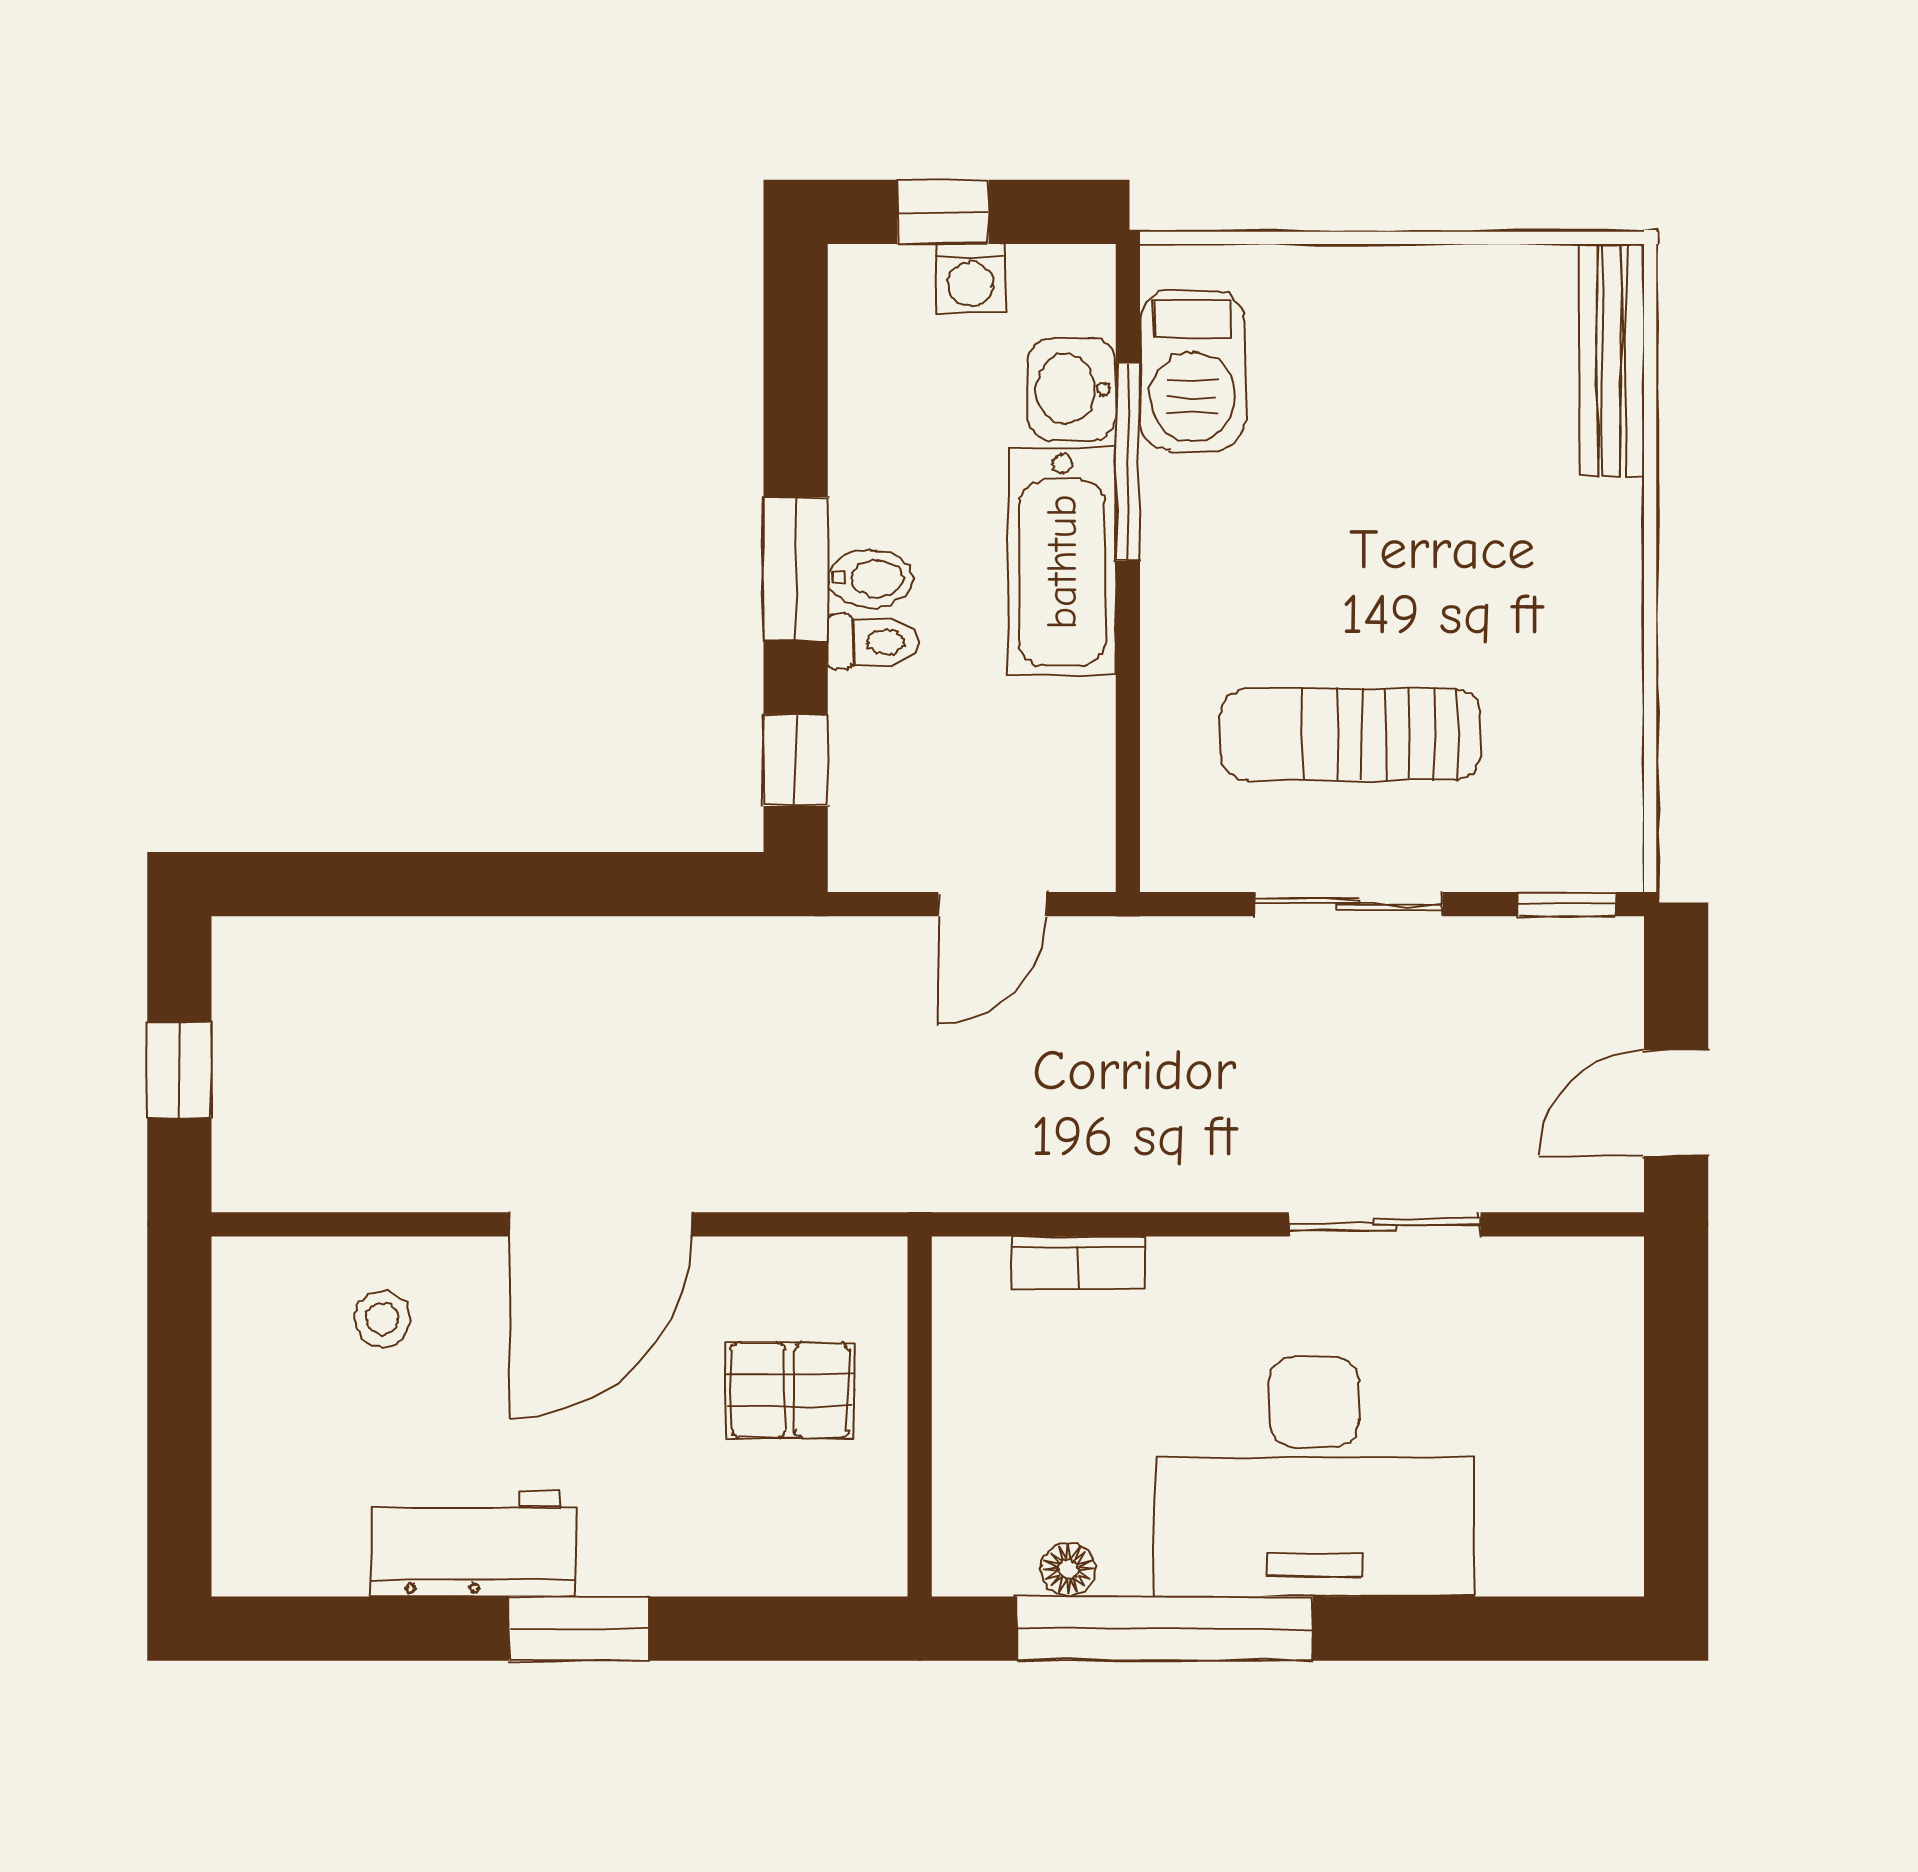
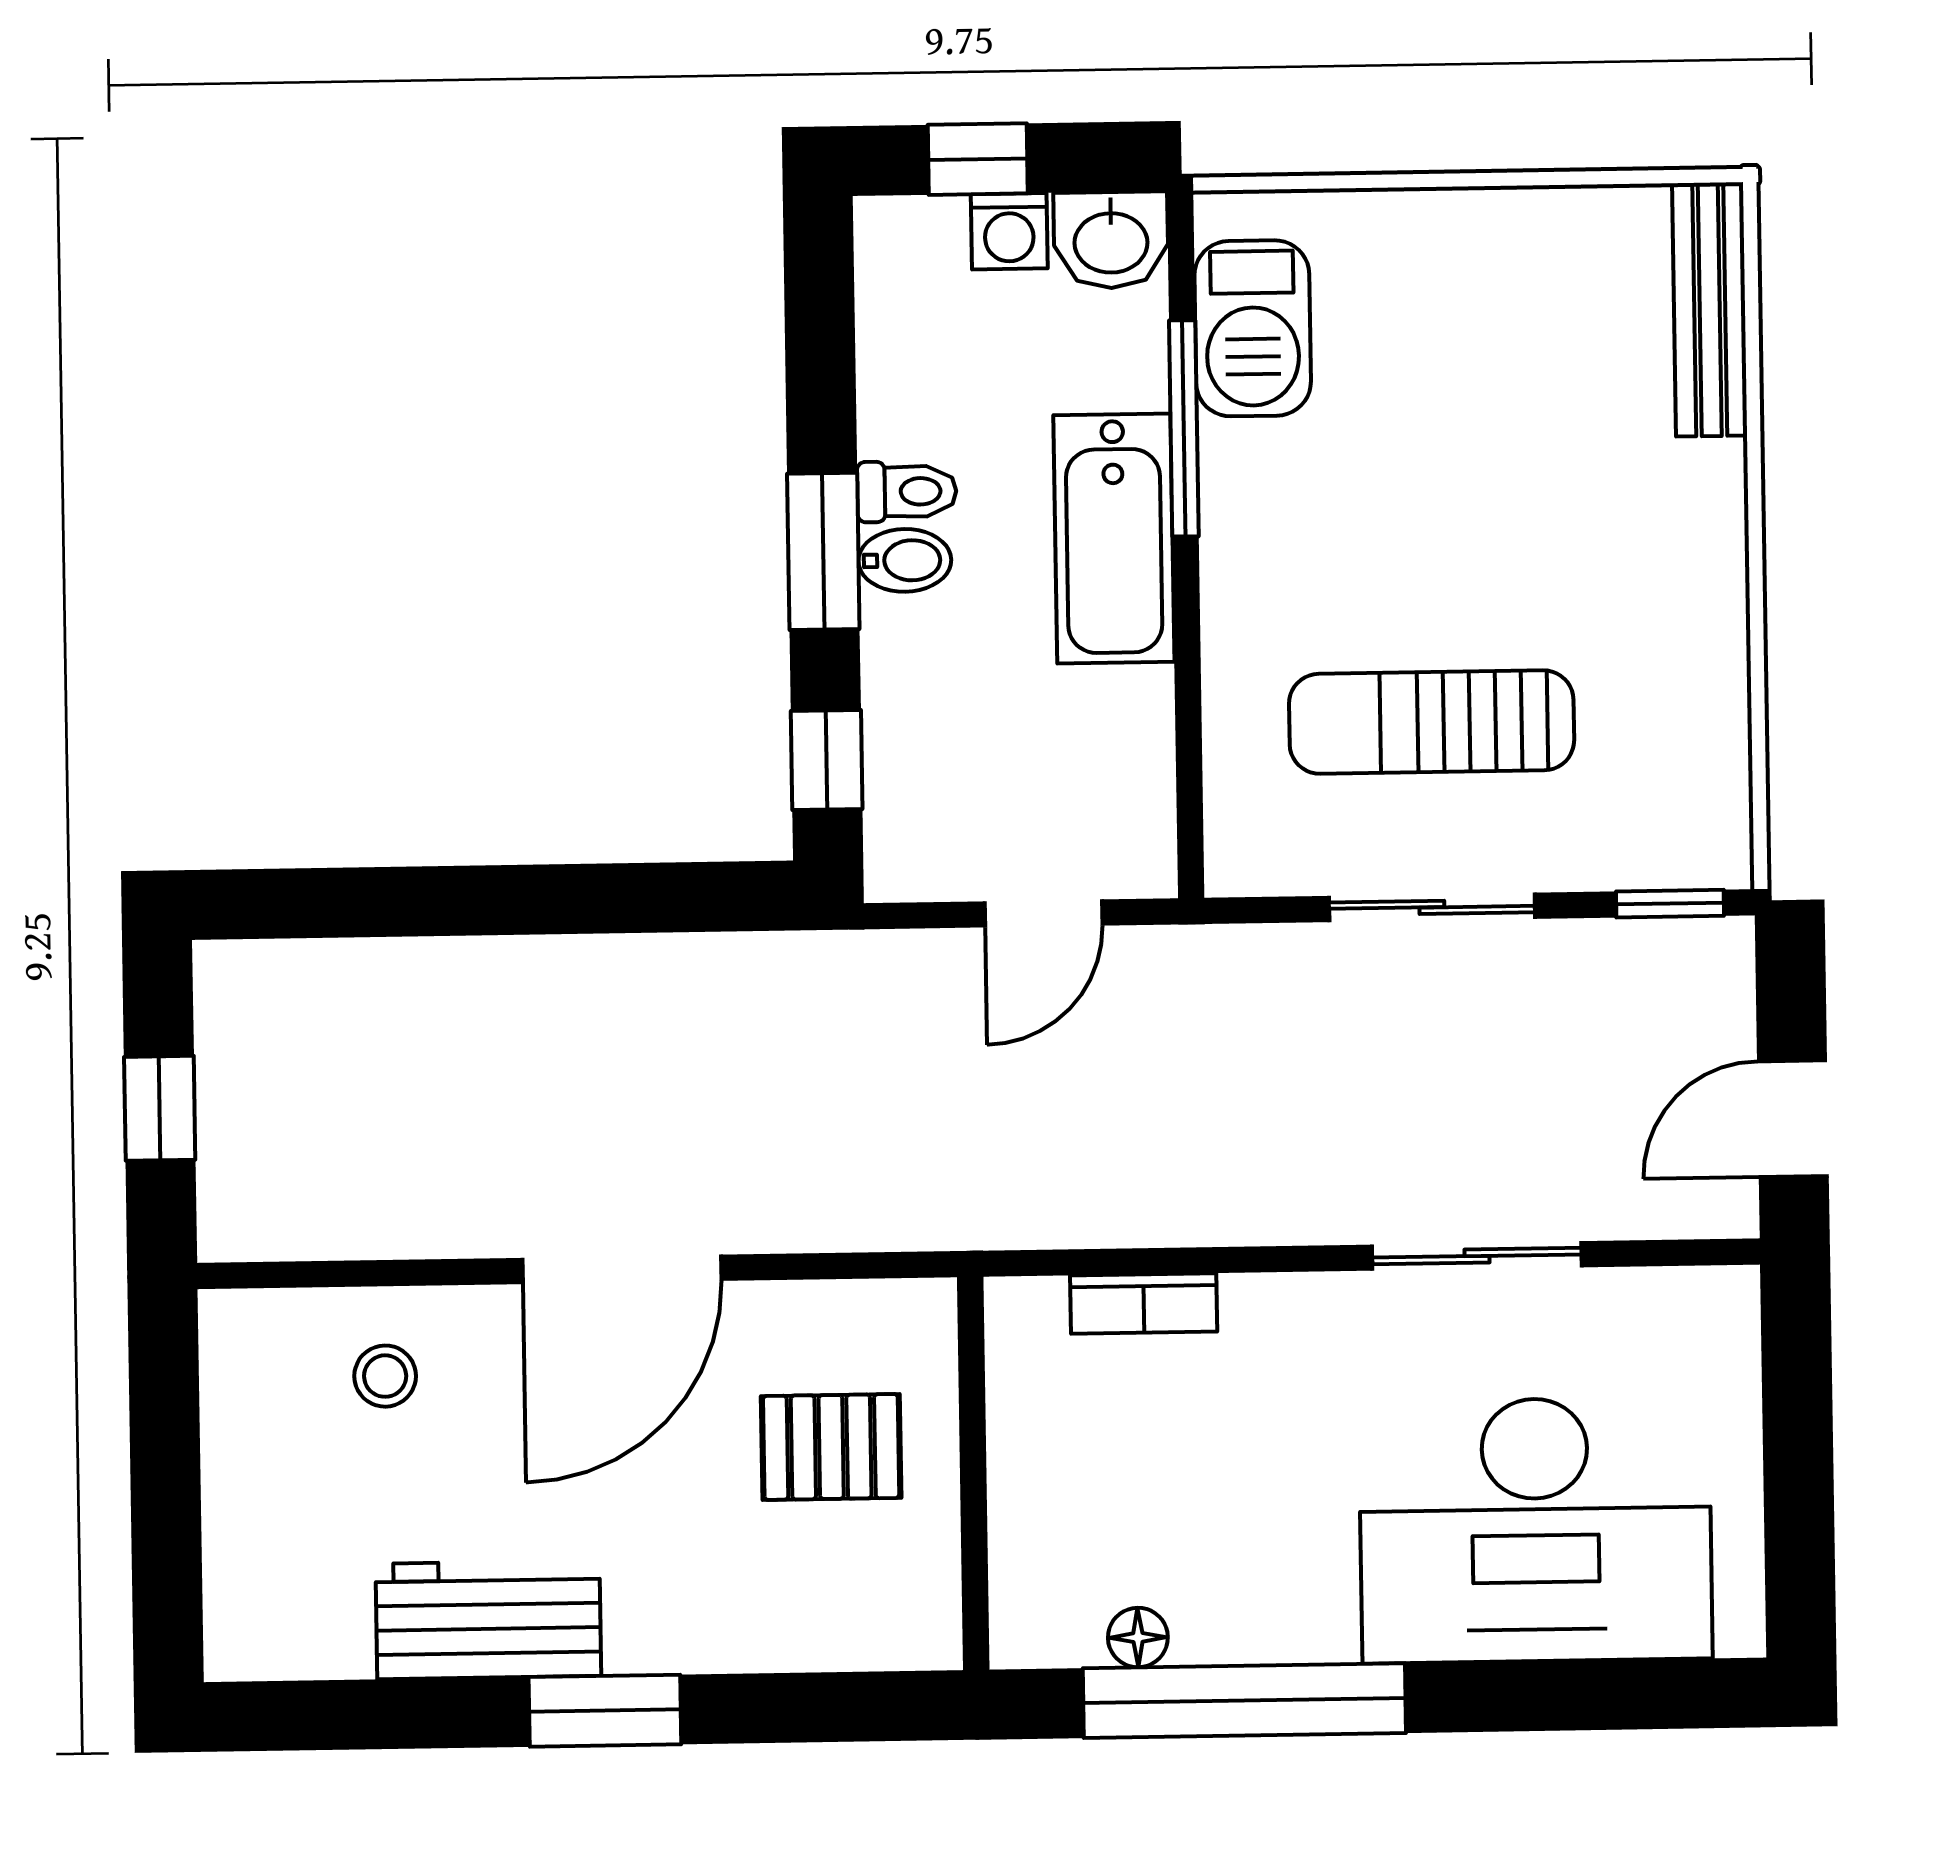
washbasin: (1072, 389) -> (1111, 240), moved, turned -90
toilet: (873, 642) -> (907, 492), moved
desk: (1314, 1476) -> (1536, 1530), moved

